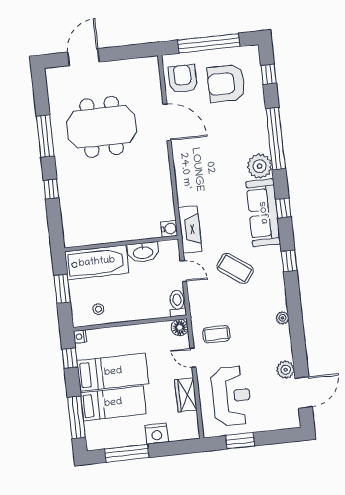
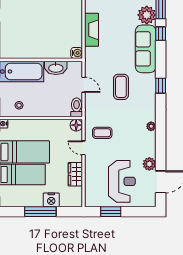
window: (283, 208) -> (161, 34), moved
fireplace: (190, 229) -> (92, 30), moved
coffee table: (235, 268) -> (121, 87), turned 54
reception desk: (231, 396) -> (122, 181), moved
window: (127, 453) -> (40, 212), moved

